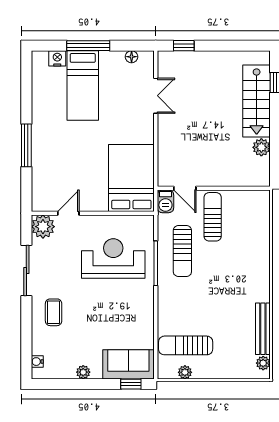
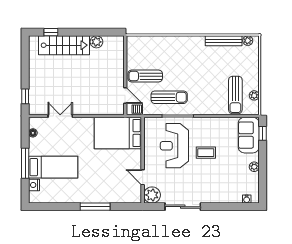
door: (185, 188) -> (125, 95), hinge flipped
coffee table: (54, 312) -> (206, 153), moved

